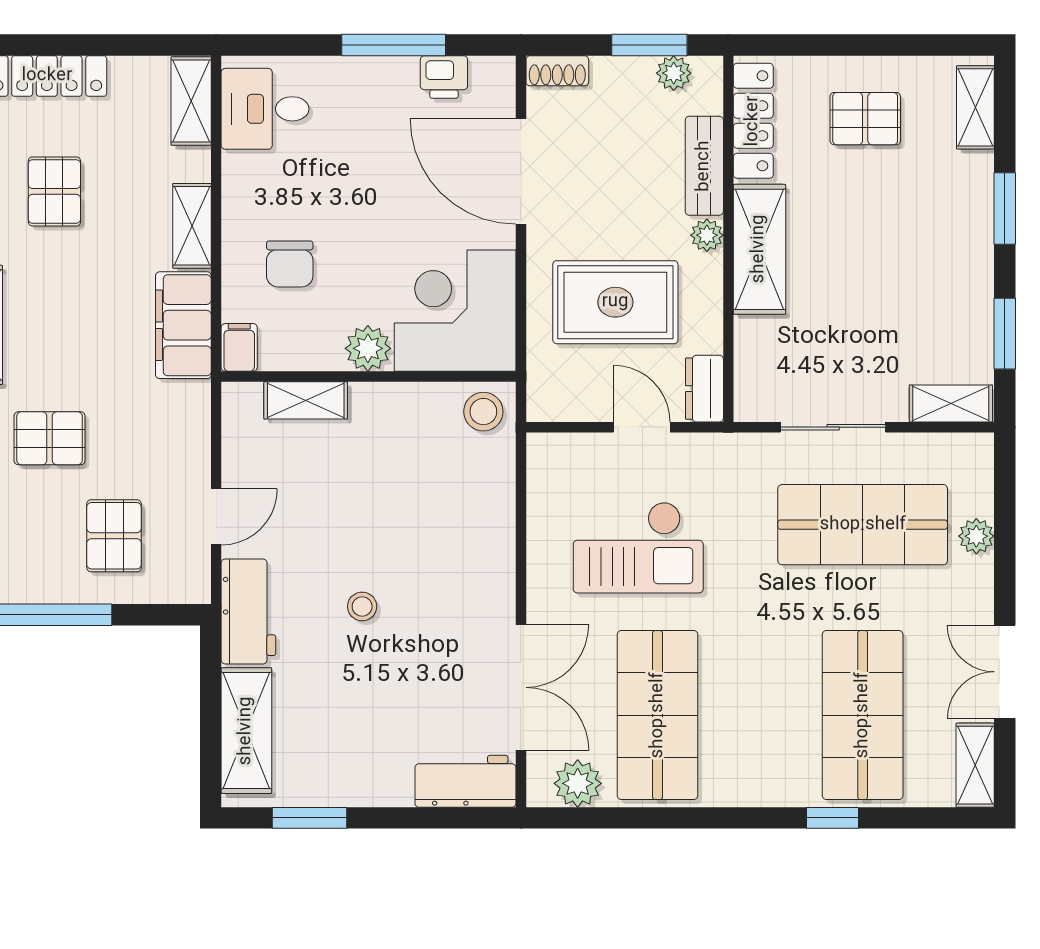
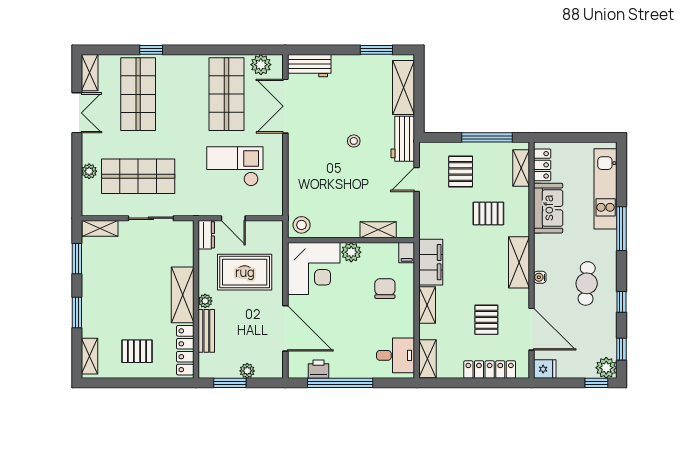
window: (394, 45) -> (340, 383), width x1.46
shoe rack: (557, 71) -> (270, 372), removed
plant: (674, 73) -> (247, 371), moved

